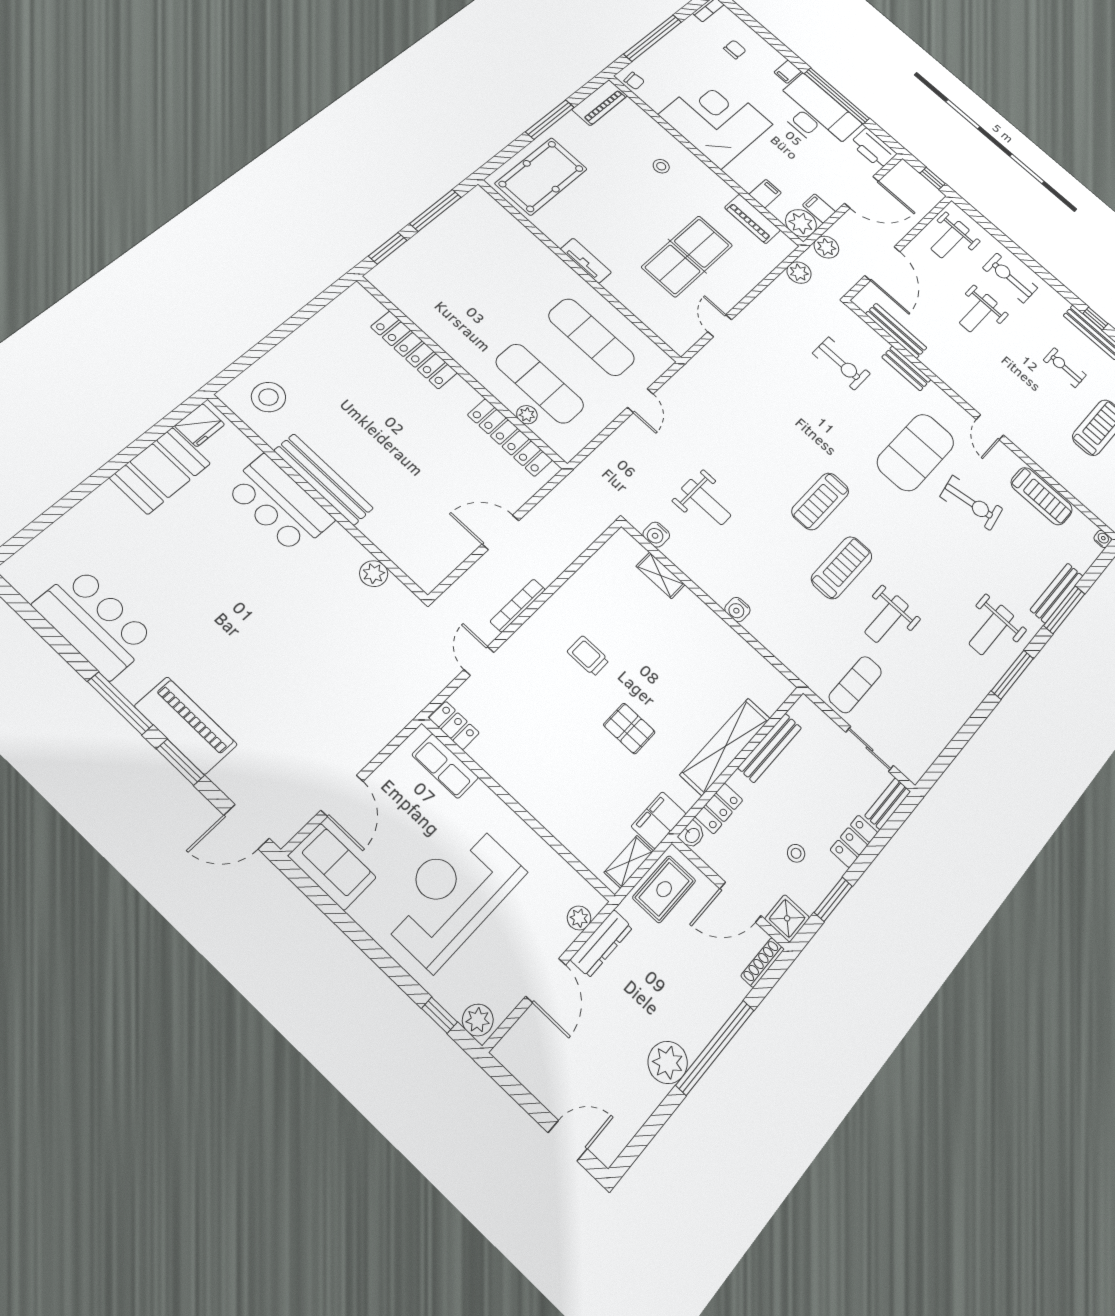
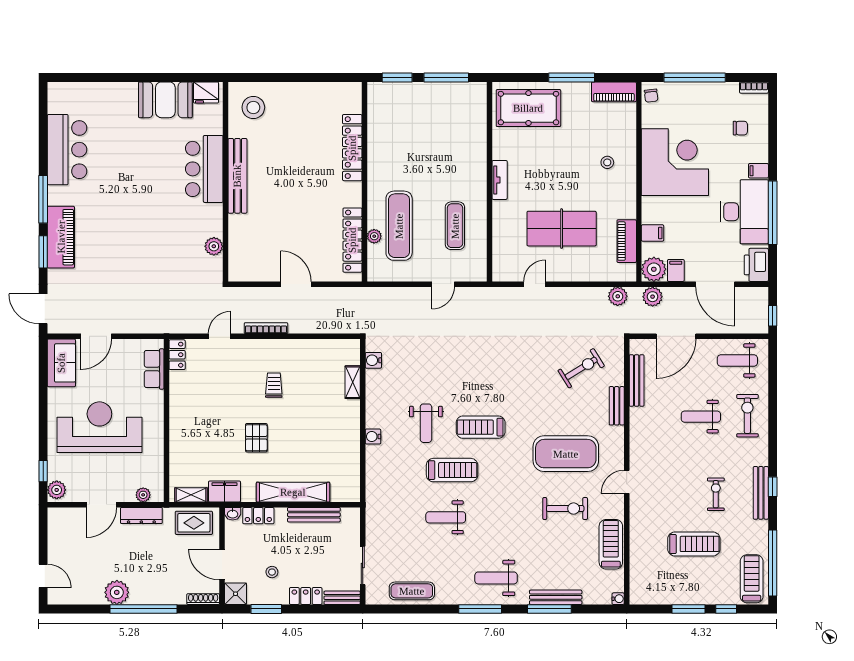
exercise mat: (591, 337) -> (455, 226), width x0.73, depth x0.69
exercise bike: (841, 363) -> (581, 368), turned -122
treadmill: (1042, 496) -> (611, 544), turned 180
weight bench: (706, 502) -> (426, 423), moved
exercise bike: (971, 503) -> (565, 509), turned -81
exercise mat: (855, 685) -> (412, 591), moved

